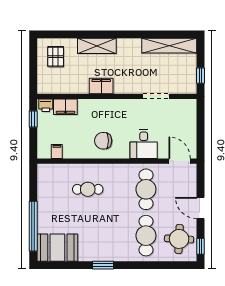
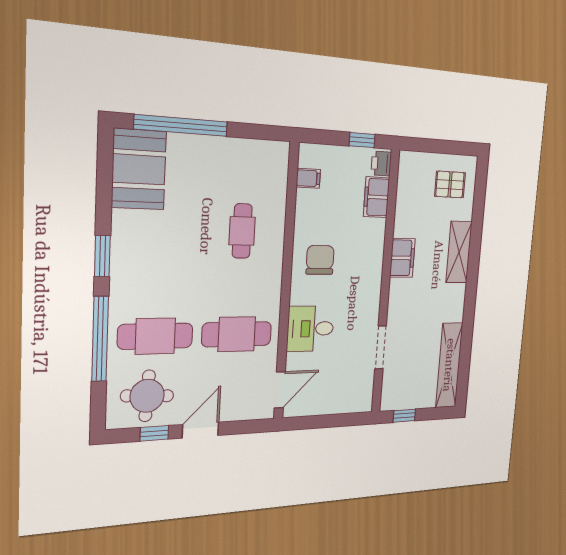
window: (201, 246) -> (154, 433), moved
window: (147, 265) -> (100, 339), added

